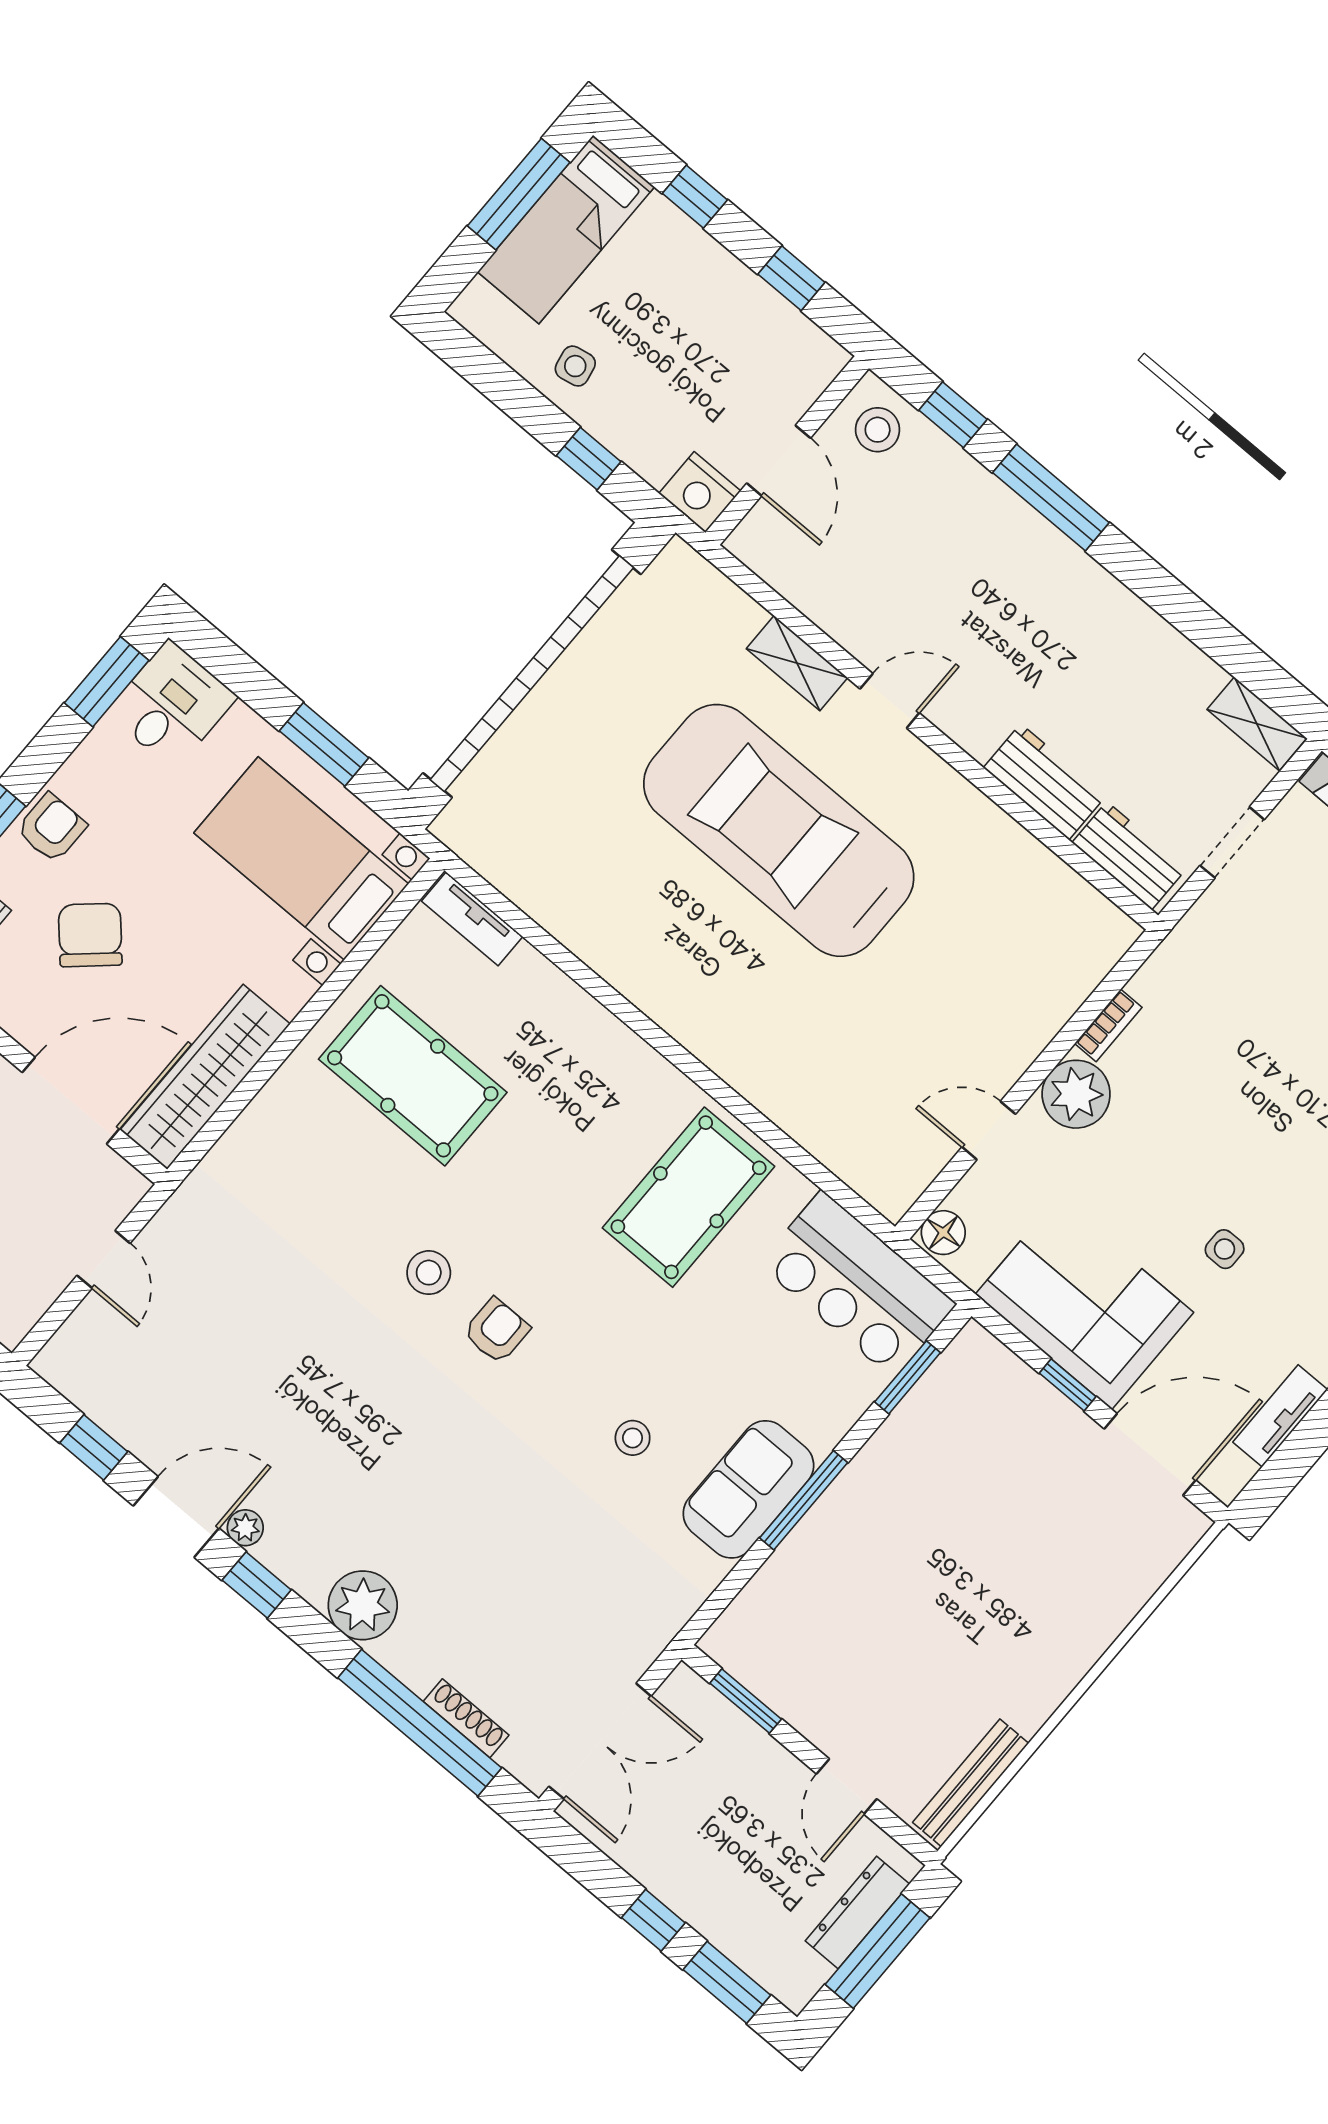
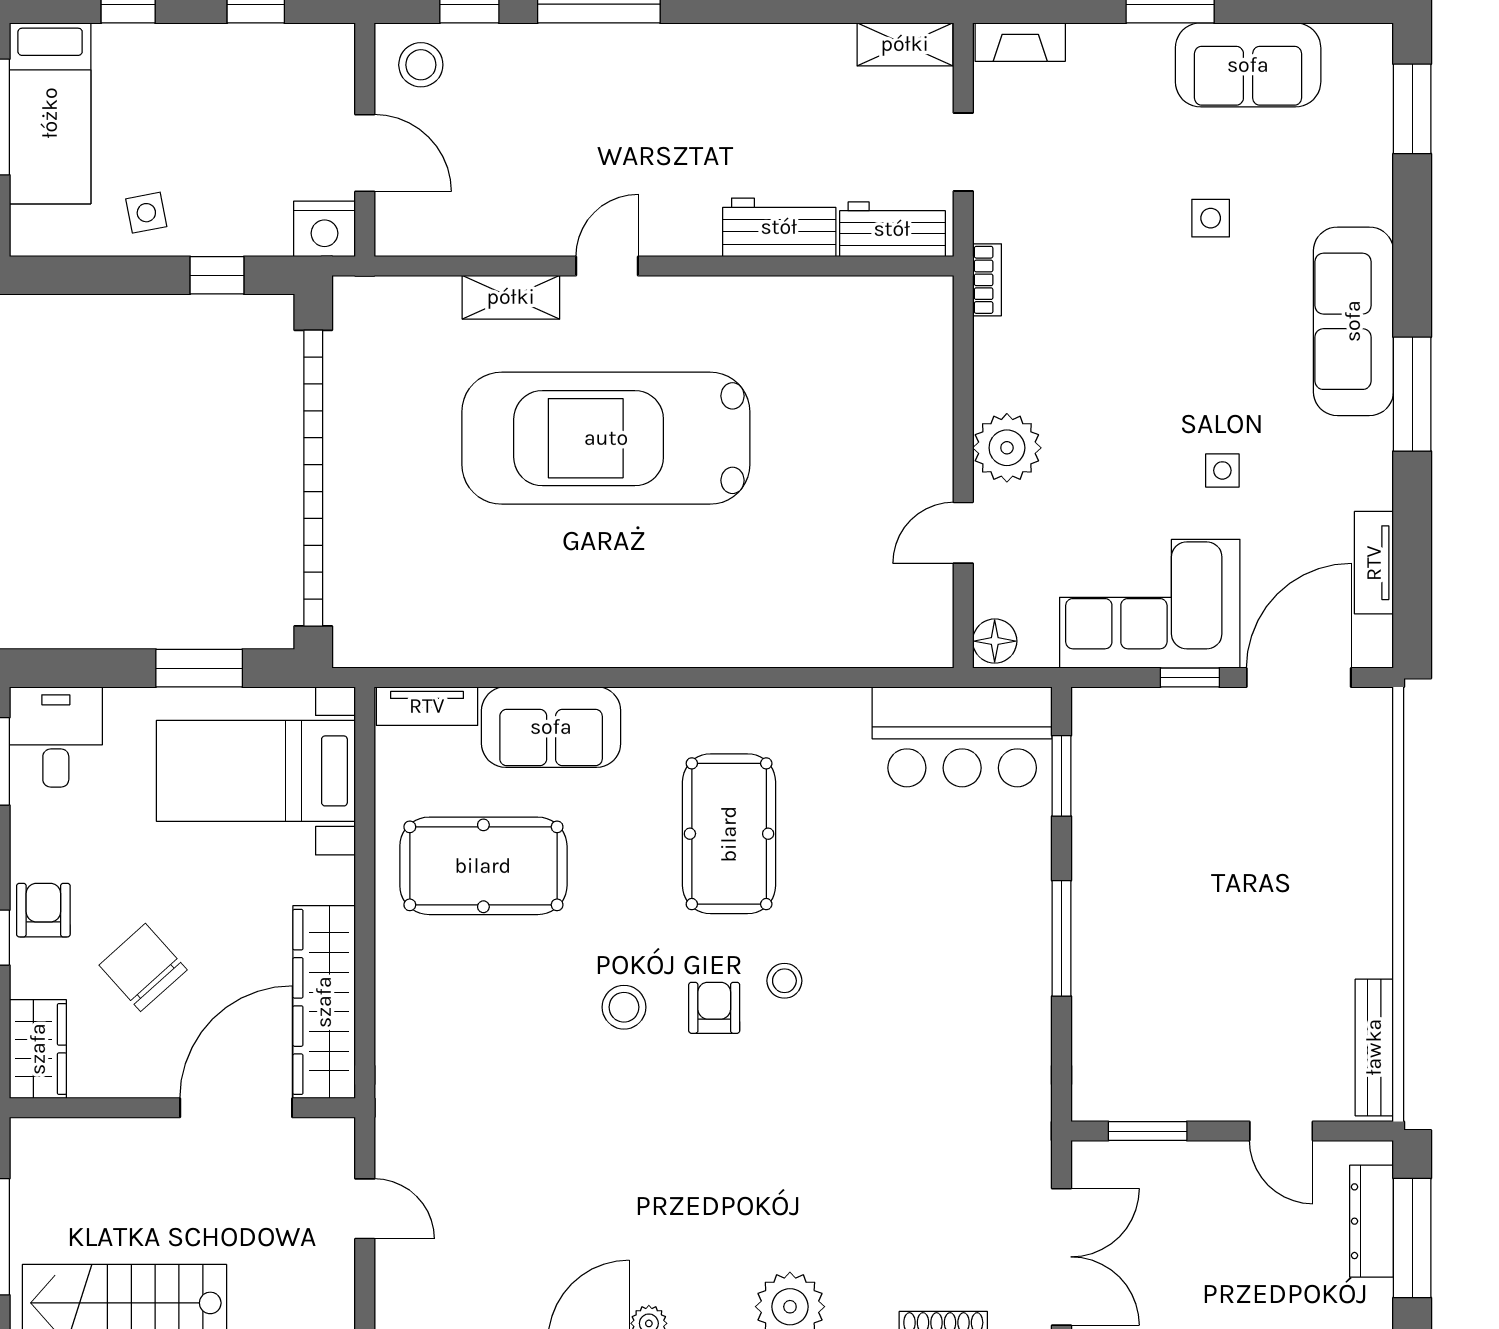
bookcase: (1108, 1025) -> (987, 280), moved
pool table: (689, 1197) -> (729, 834), moved
stool: (633, 1438) -> (784, 981), moved
sofa: (748, 1489) -> (551, 727), moved, turned -90

